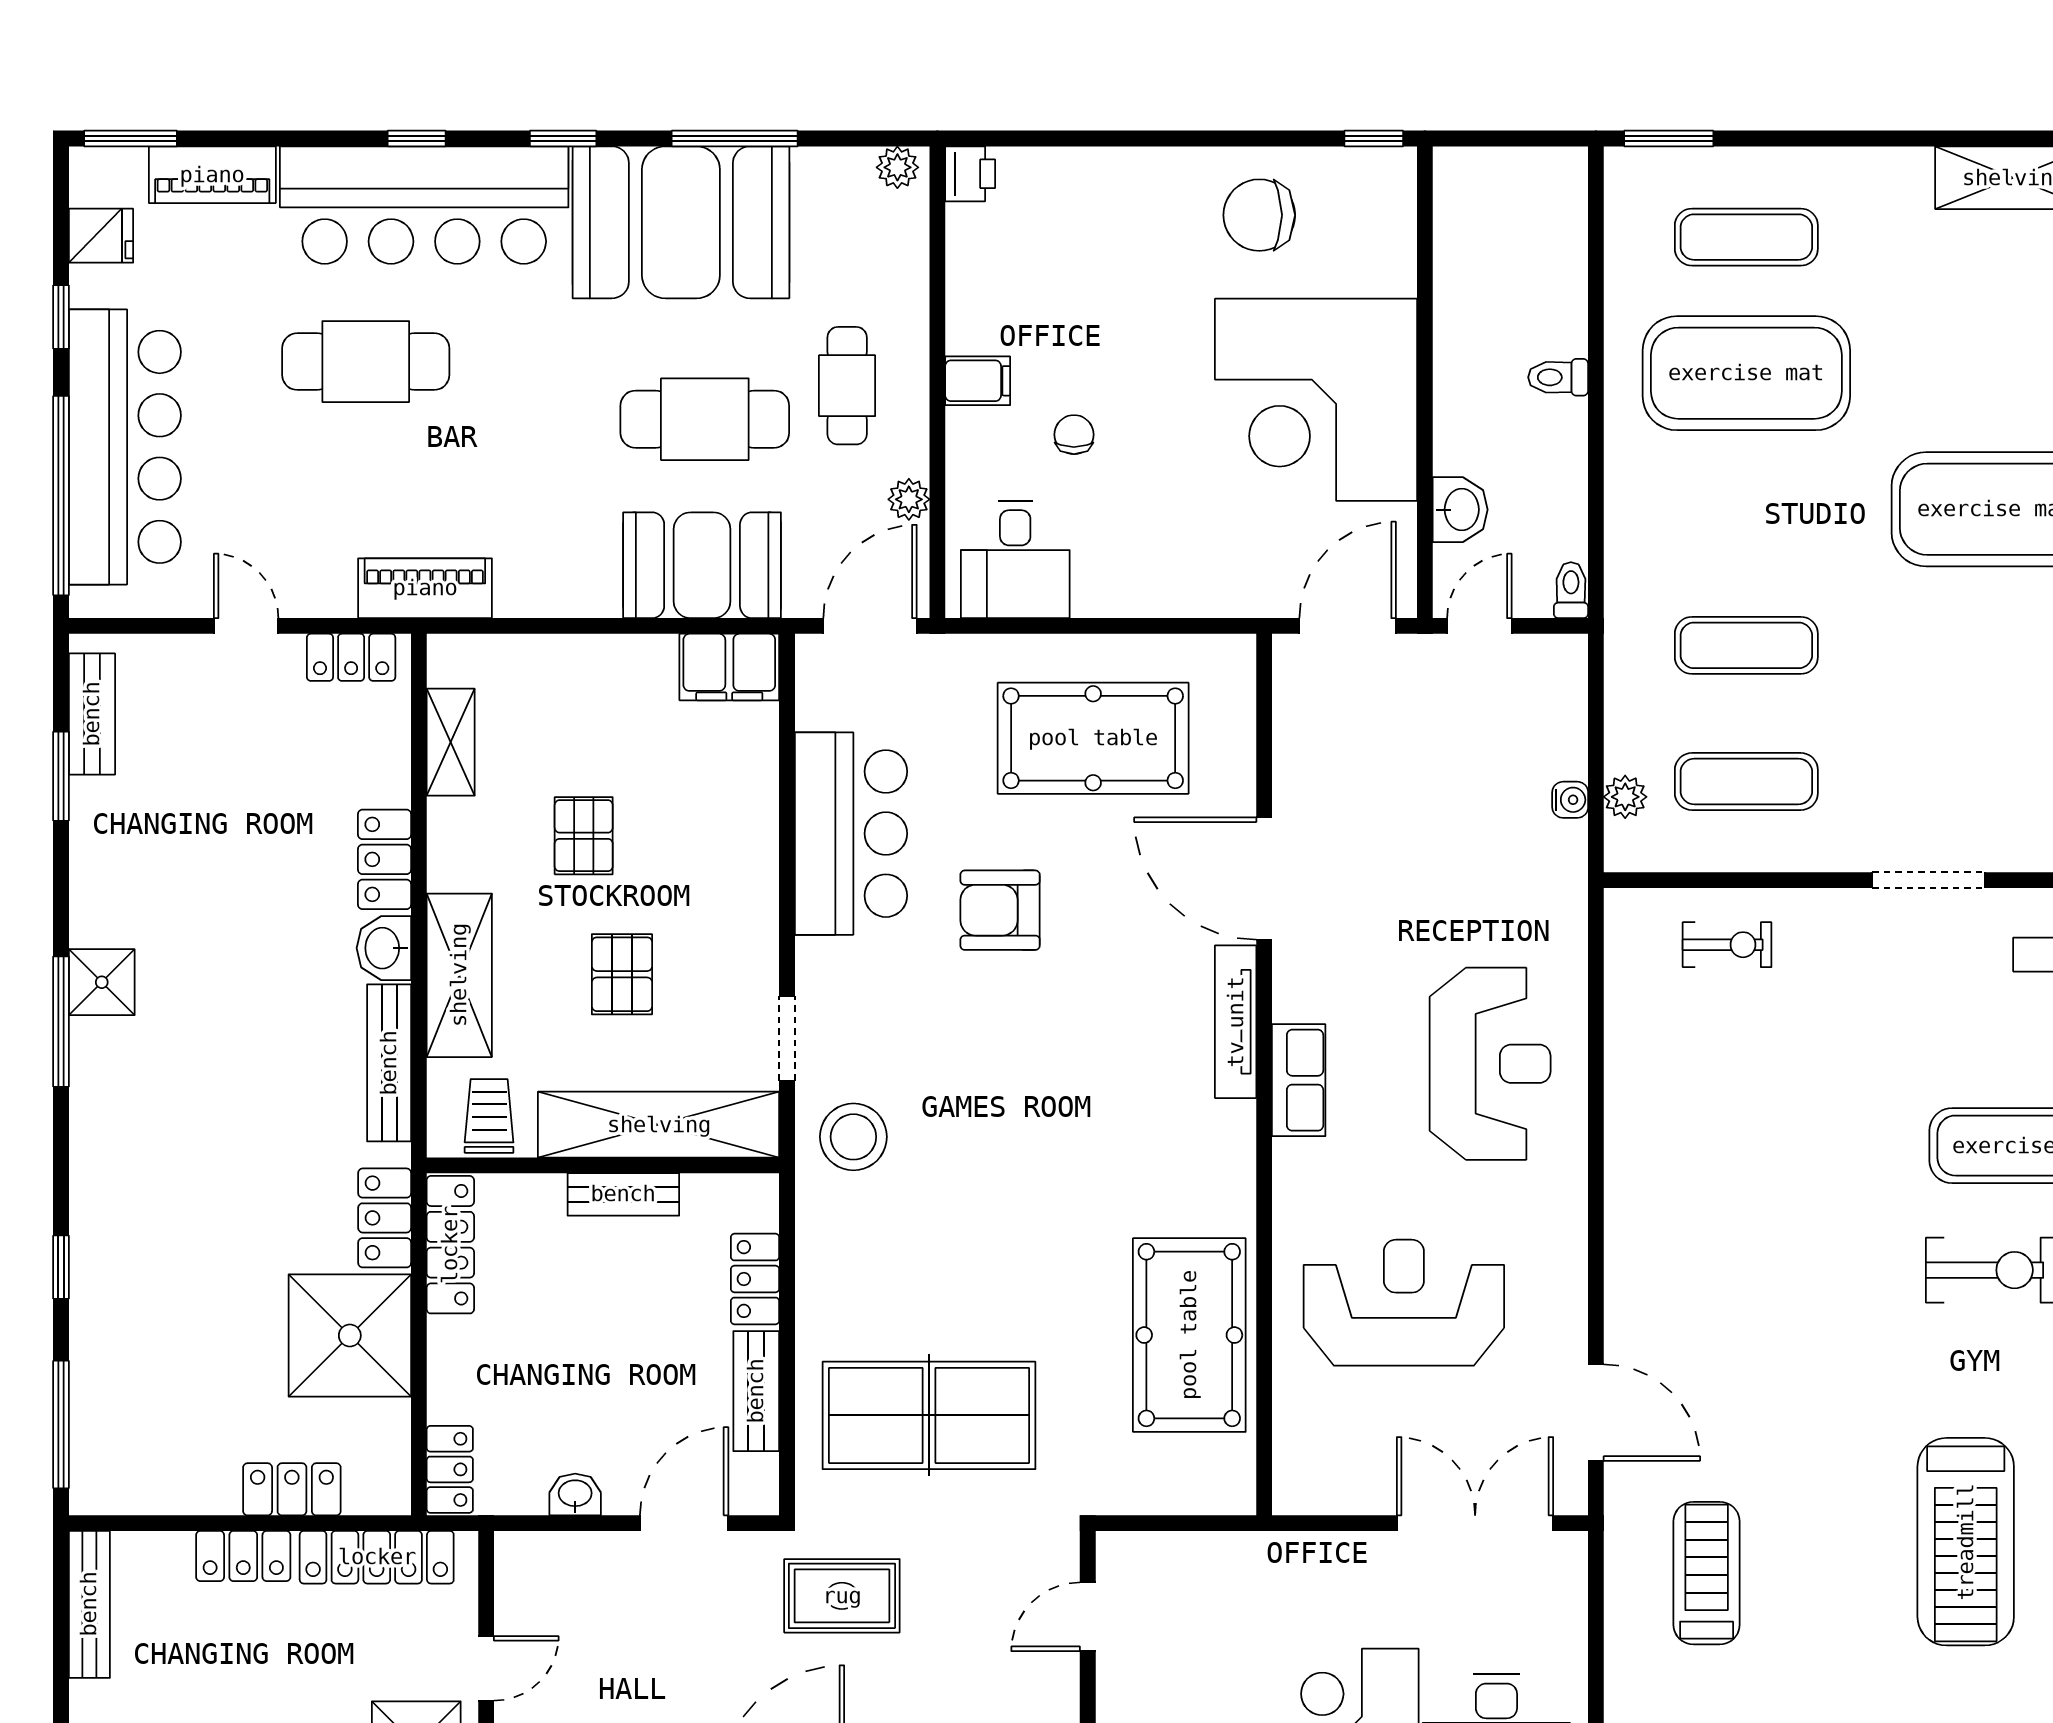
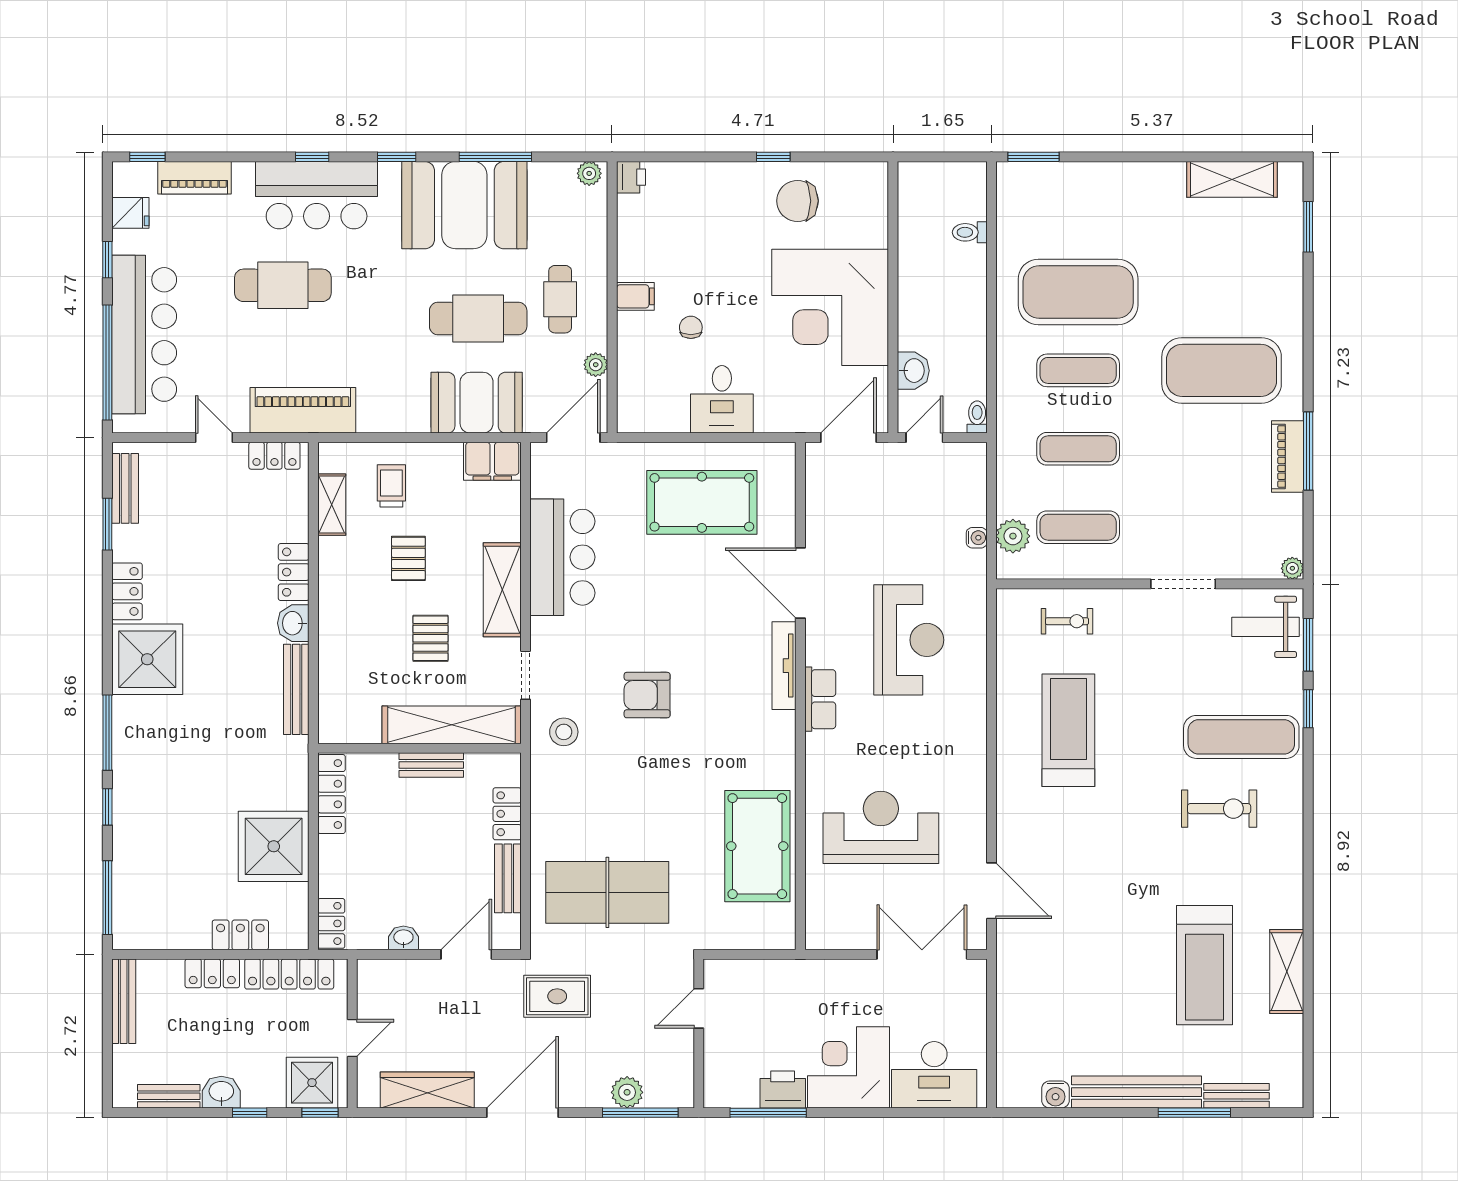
window: (131, 139) -> (147, 157), width x0.67
window: (1374, 139) -> (773, 157), moved
bar counter: (424, 205) -> (317, 195), width x0.73
exercise mat: (1746, 237) -> (1078, 370), moved
toilet: (1558, 377) -> (970, 232), moved
desk: (1015, 559) -> (722, 399), moved
piano: (425, 588) -> (303, 410), width x1.37, depth x1.33
plant: (1625, 797) -> (1013, 536), width x1.38, depth x1.38
armchair: (1000, 910) -> (647, 695), moved
shelving: (459, 975) -> (502, 590), moved
shower: (102, 982) -> (147, 659), width x1.86, depth x1.86
window: (61, 1022) -> (107, 733), moved
reception desk: (1490, 1064) -> (909, 640), moved
trolley: (489, 1116) -> (391, 486), moved
stool: (853, 1137) -> (564, 732), width x0.73, depth x0.73
locker: (385, 1218) -> (127, 591), moved, turned 180
treadmill: (1707, 1573) -> (1068, 730), moved, width x1.37, depth x1.38

